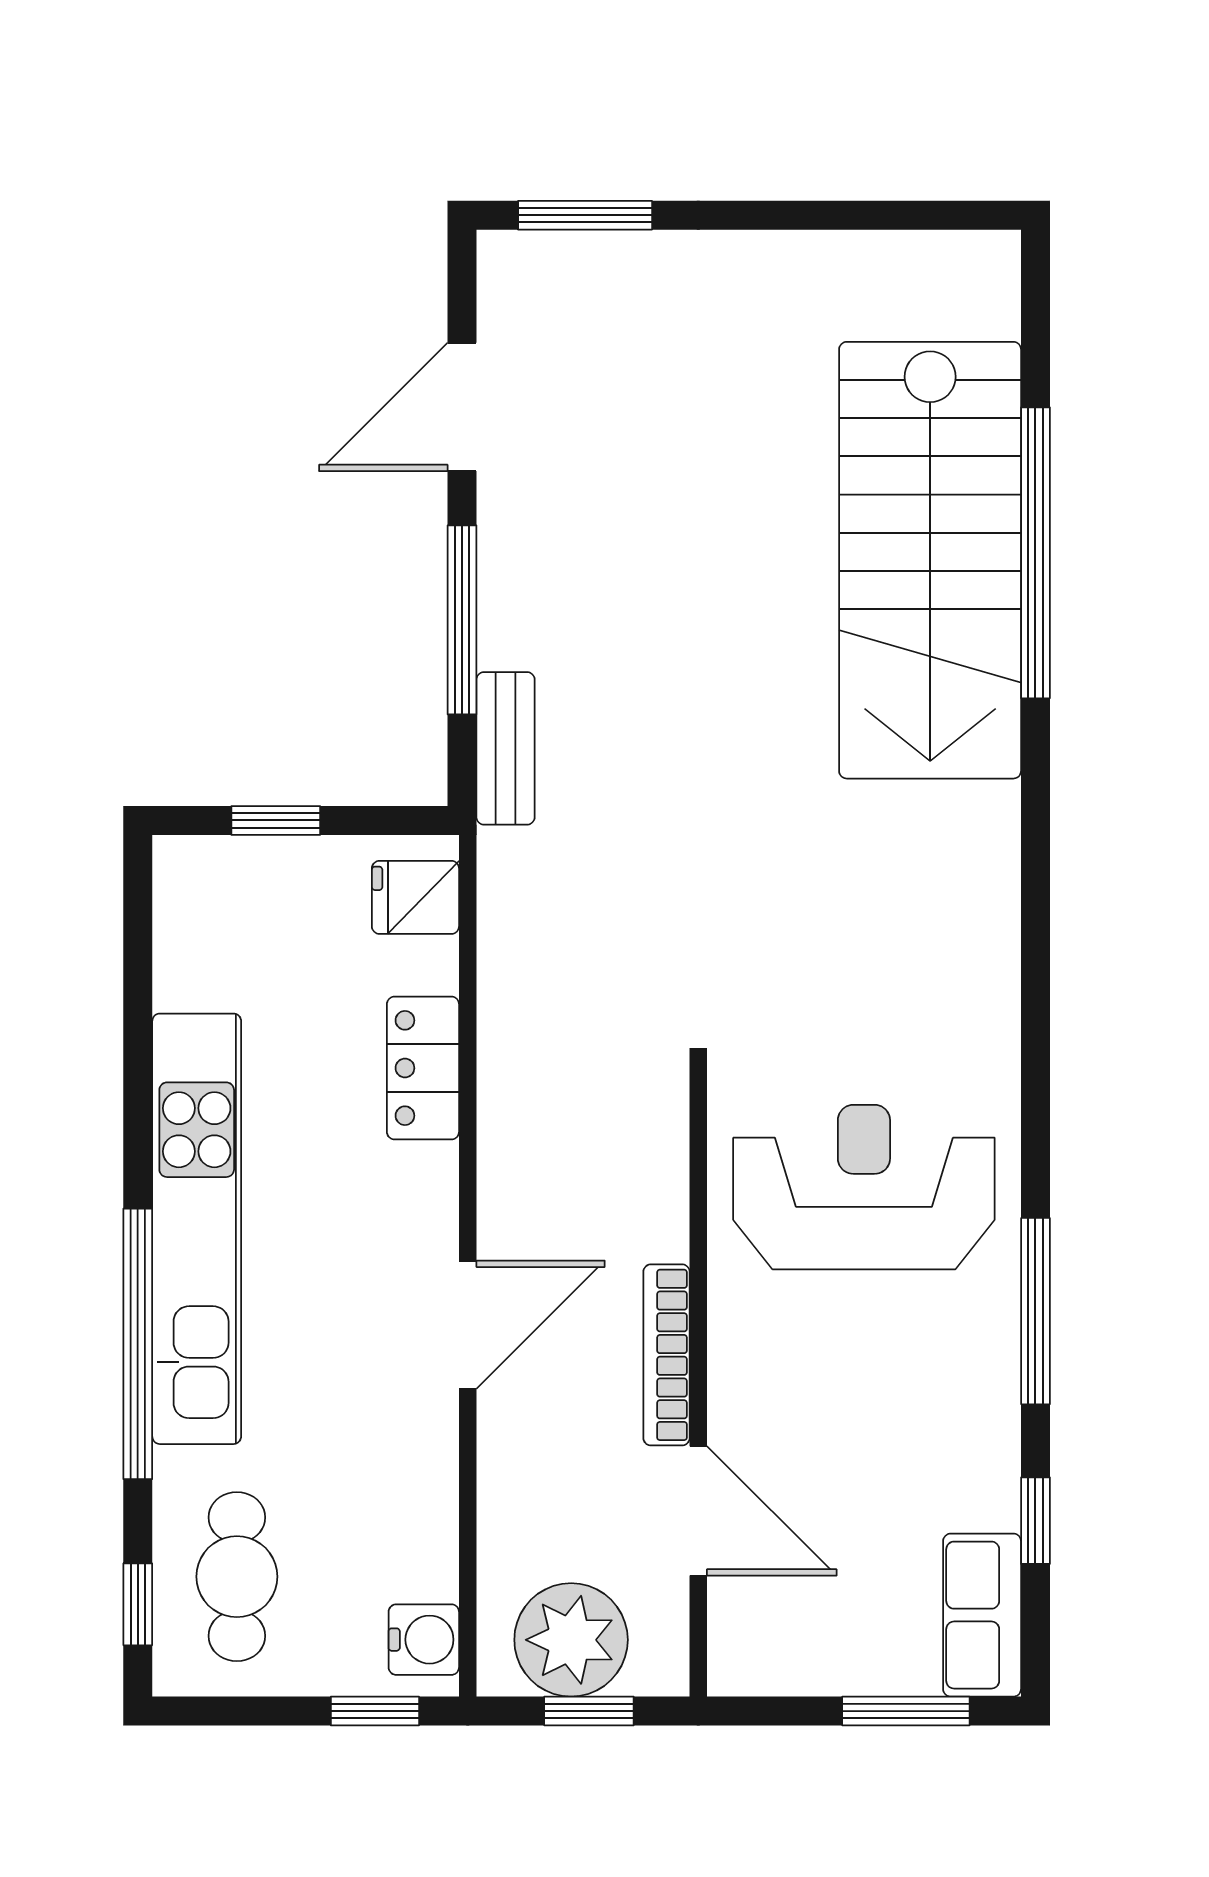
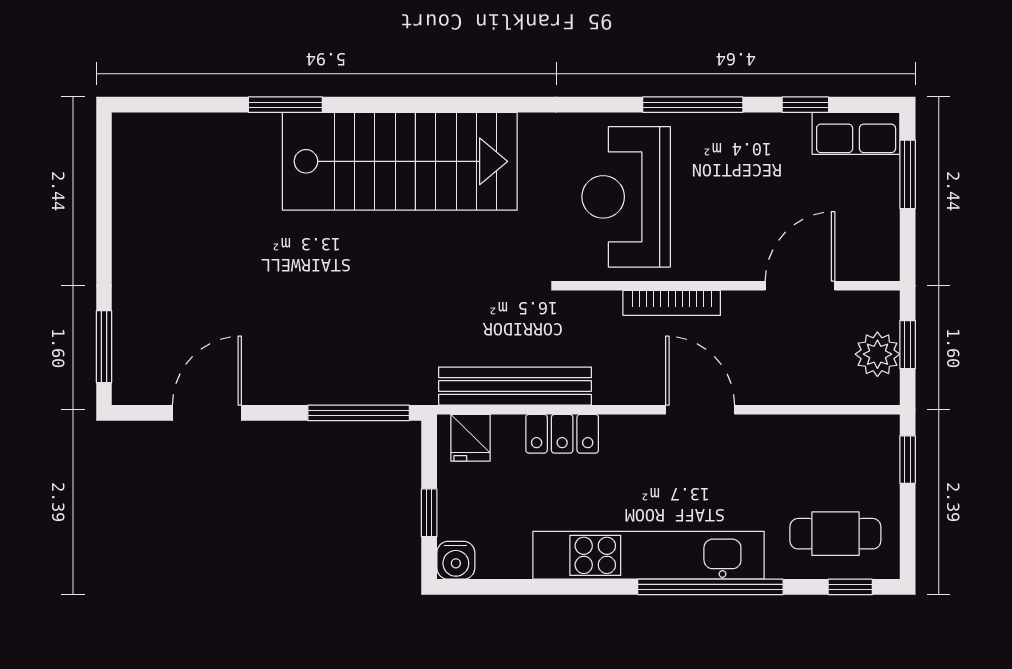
door: (462, 407) -> (207, 413), swing flipped
window: (1035, 553) -> (285, 105), width x0.47
stairs: (930, 560) -> (400, 161), moved
window: (462, 620) -> (359, 413), moved
bench: (506, 748) -> (515, 386), moved, width x1.86, depth x1.21
bookcase: (666, 1355) -> (672, 303), moved
water cooler: (424, 1640) -> (456, 560), moved, turned 180
plant: (571, 1640) -> (877, 354), width x0.73, depth x0.73

